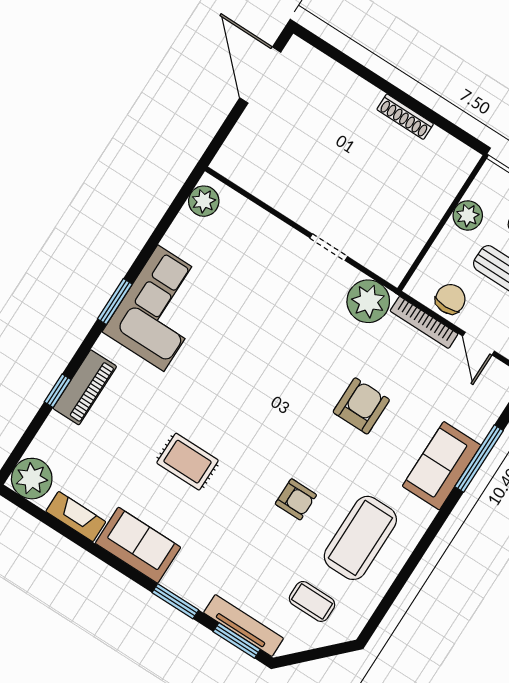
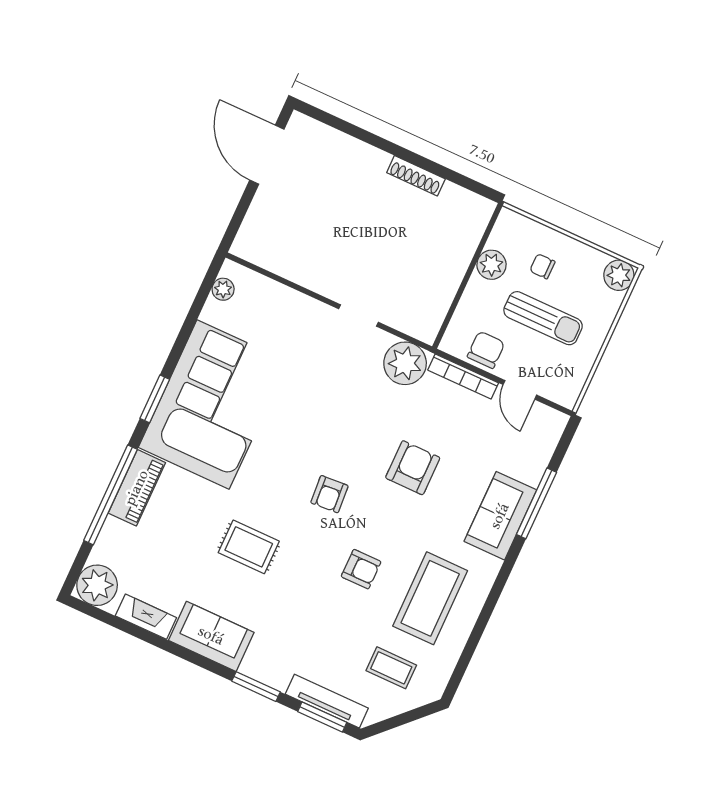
plant: (204, 201) -> (223, 289), width x0.73, depth x0.73
corner sofa: (161, 308) -> (213, 405), width x1.36, depth x1.36
window: (58, 391) -> (110, 495), width x3.17
armchair: (275, 421) -> (329, 494), added

